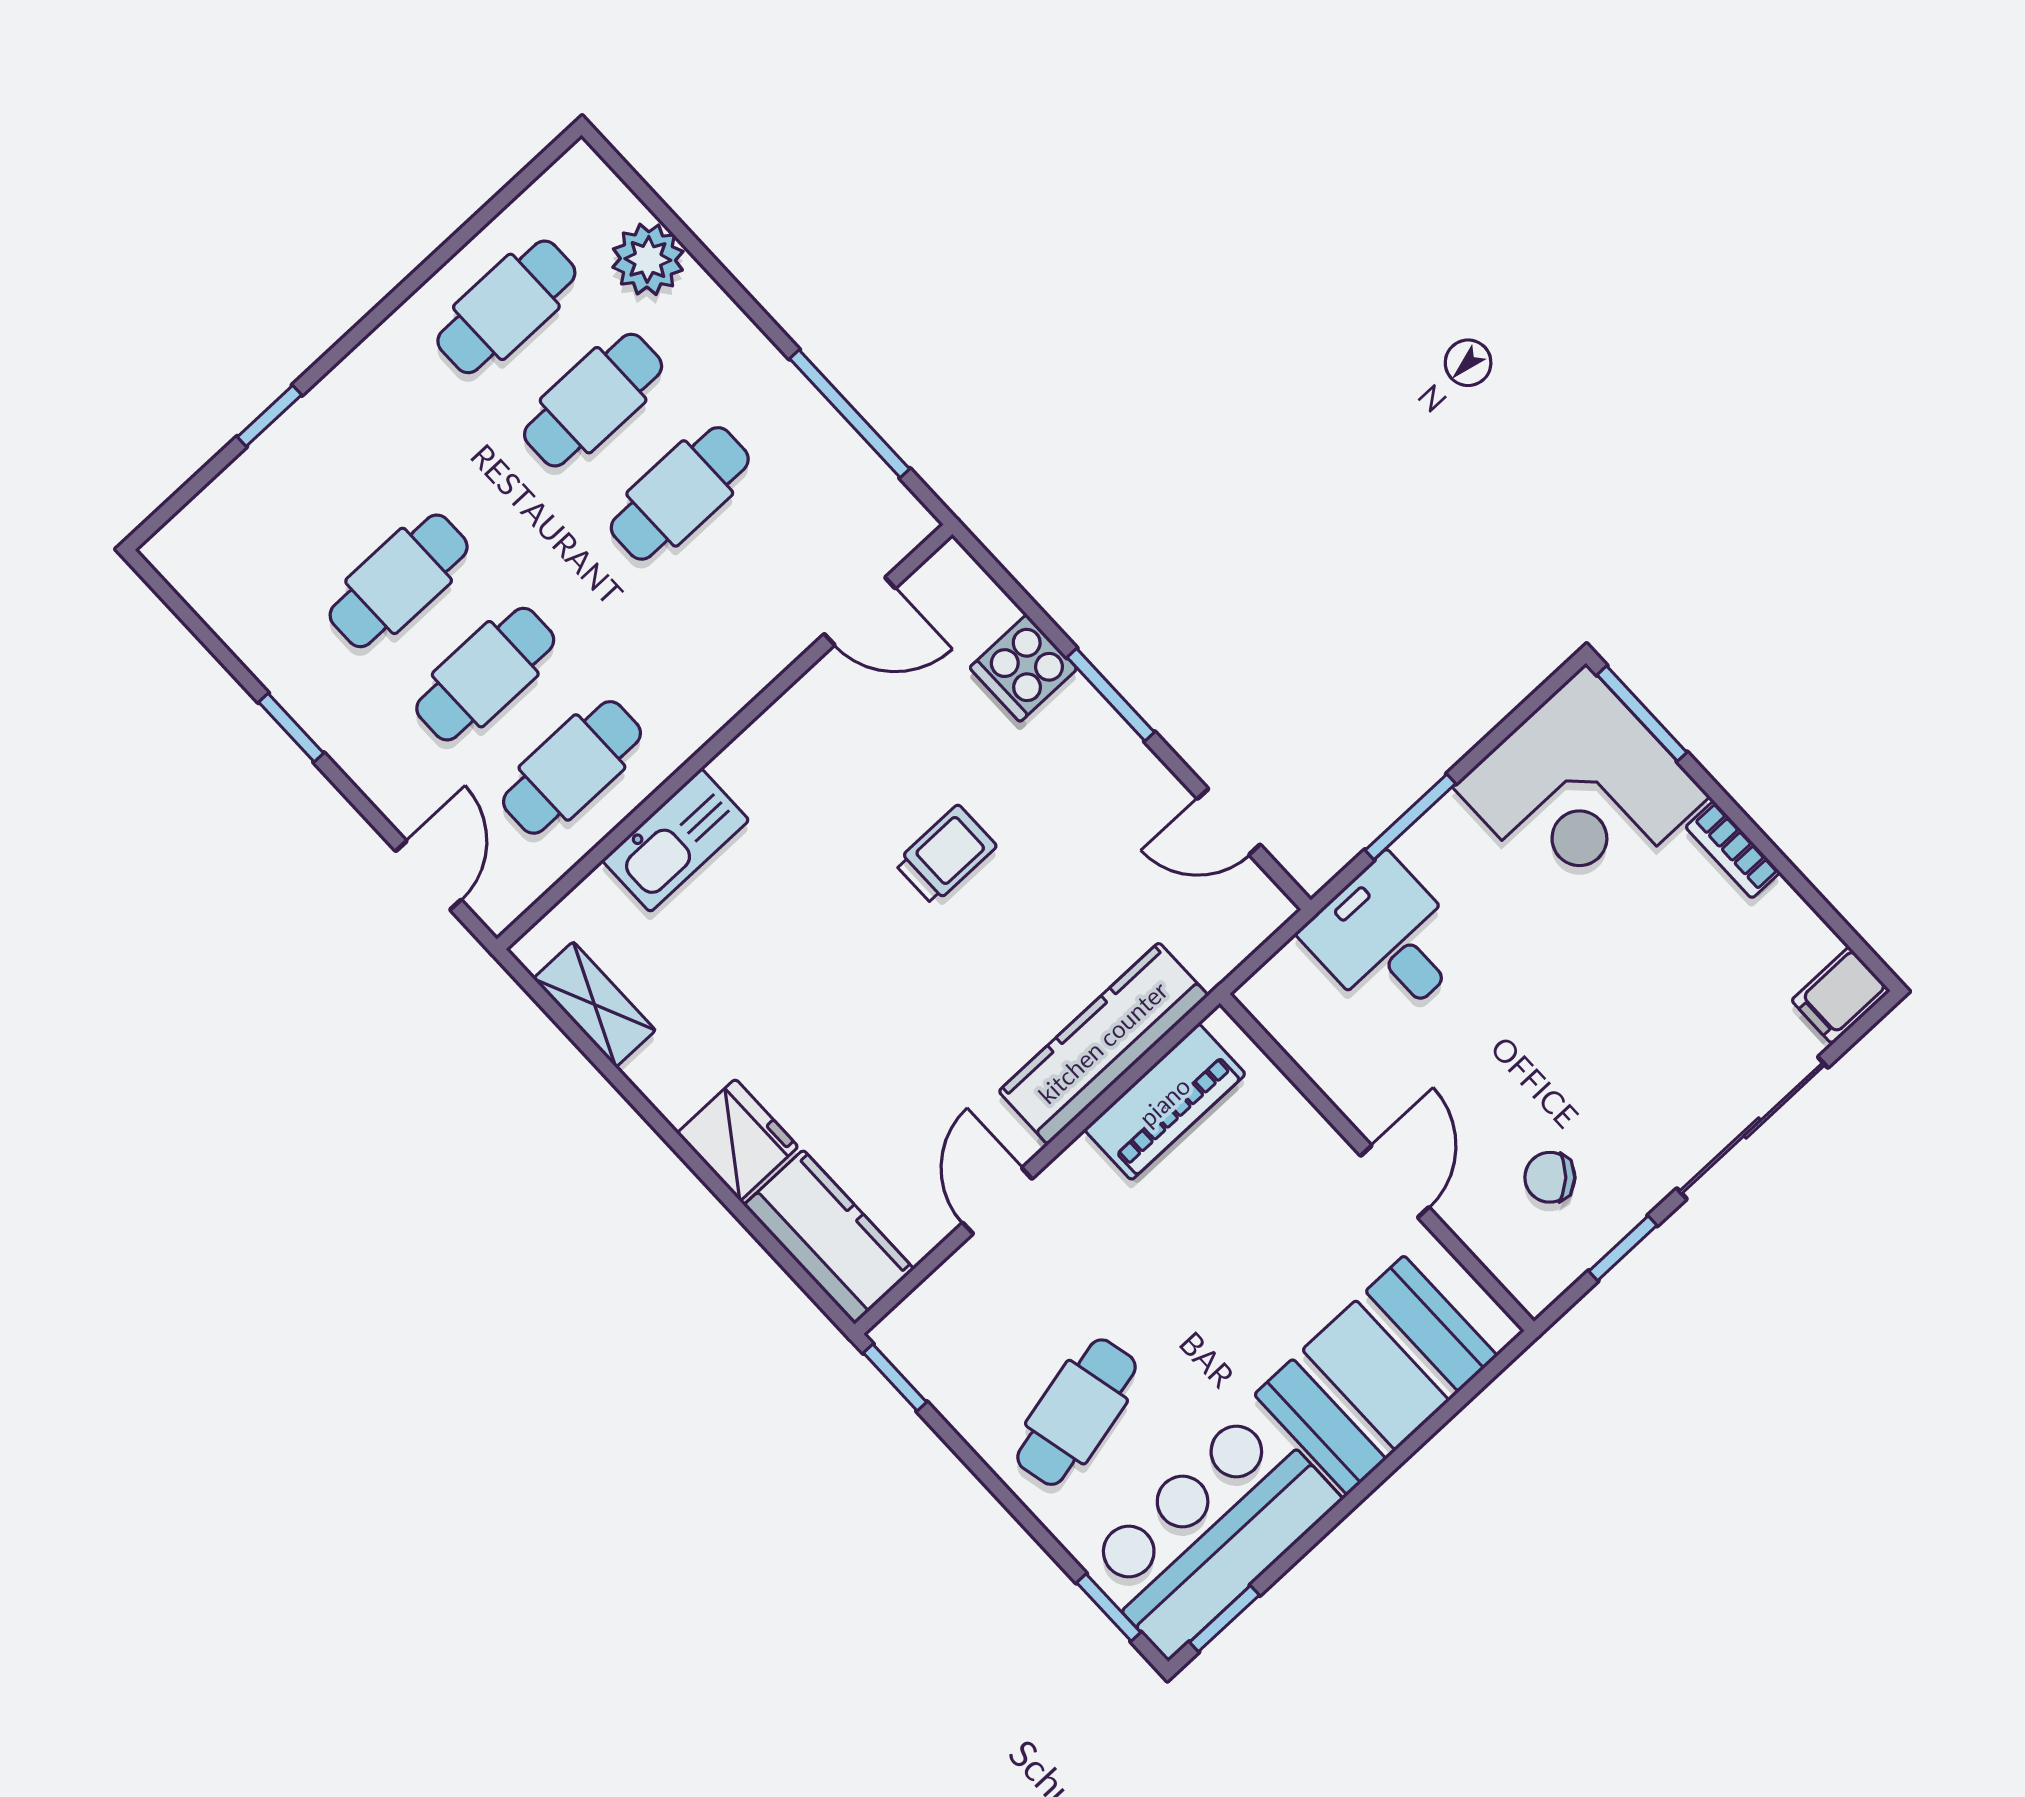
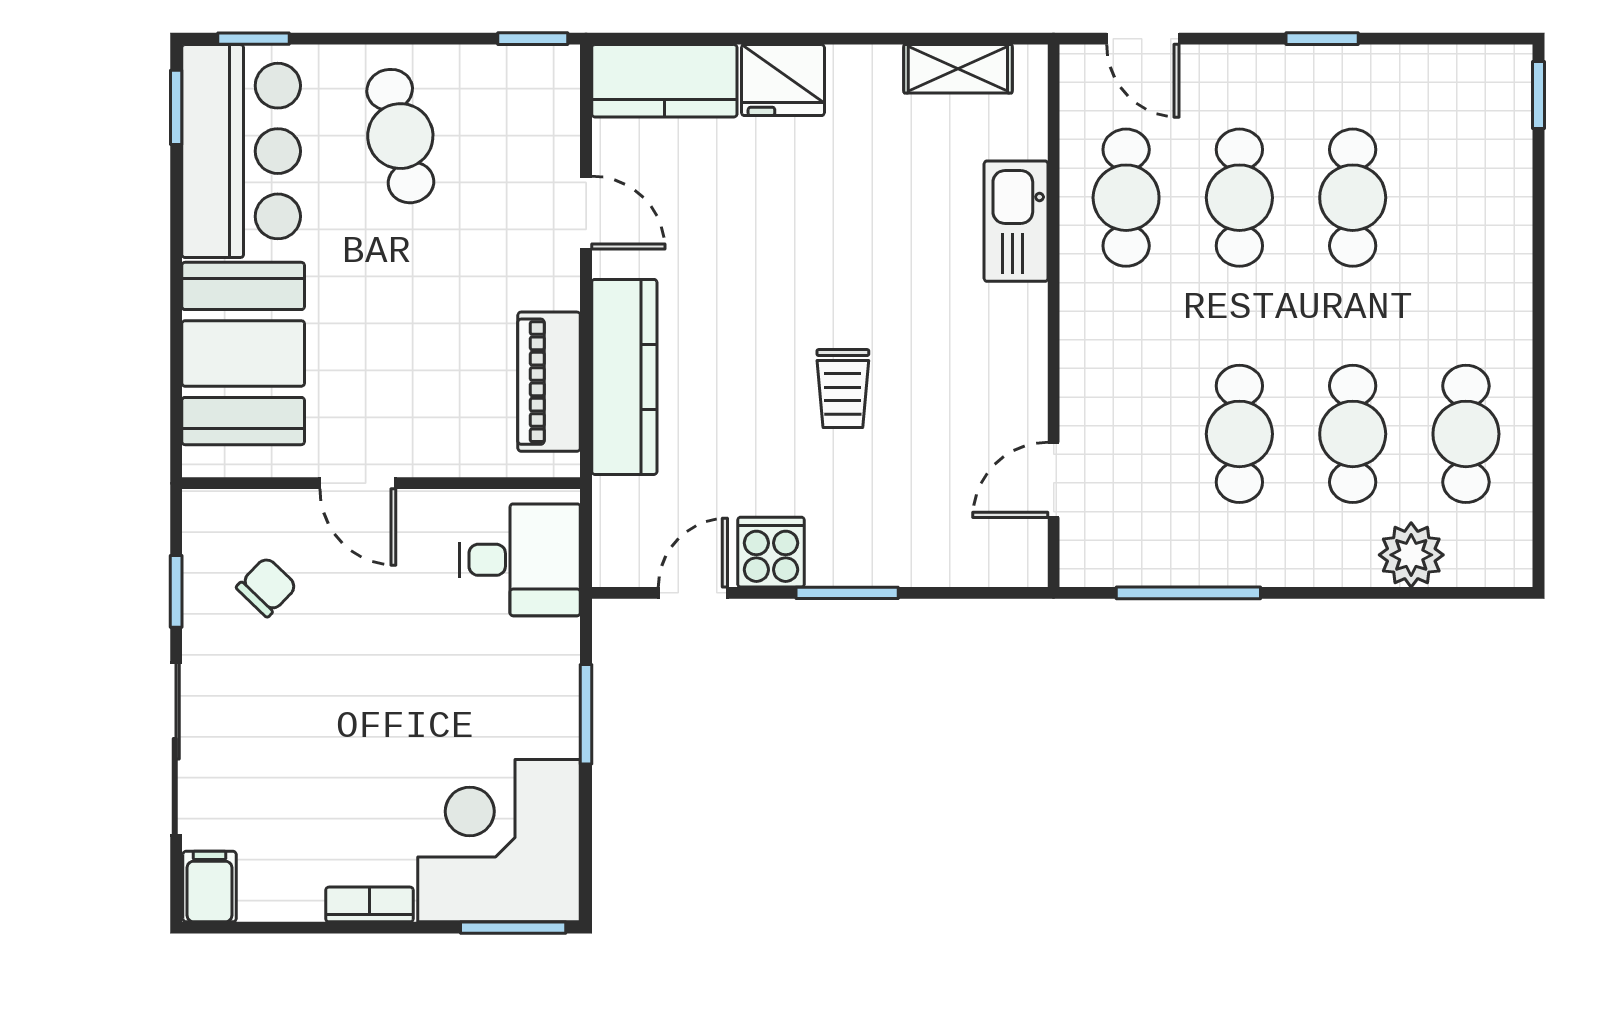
window: (269, 416) -> (1538, 95), moved
cooker: (1023, 668) -> (771, 552), moved
desk: (1386, 941) -> (520, 560), moved

